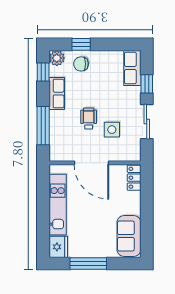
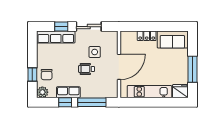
row of seats: (132, 68) -> (56, 37), width x1.48
window: (43, 72) -> (65, 102), moved
locker: (134, 178) -> (147, 36), moved

